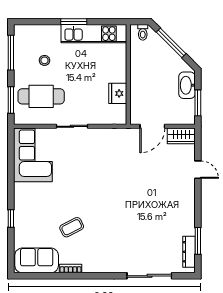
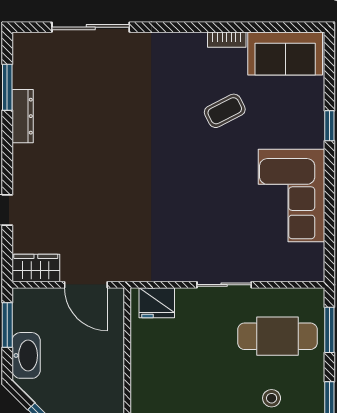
fridge: (118, 93) -> (157, 303), moved, turned 90
door: (152, 126) -> (86, 285), swing flipped
corner sofa: (33, 155) -> (291, 196), moved
dresser: (189, 252) -> (23, 116), moved

